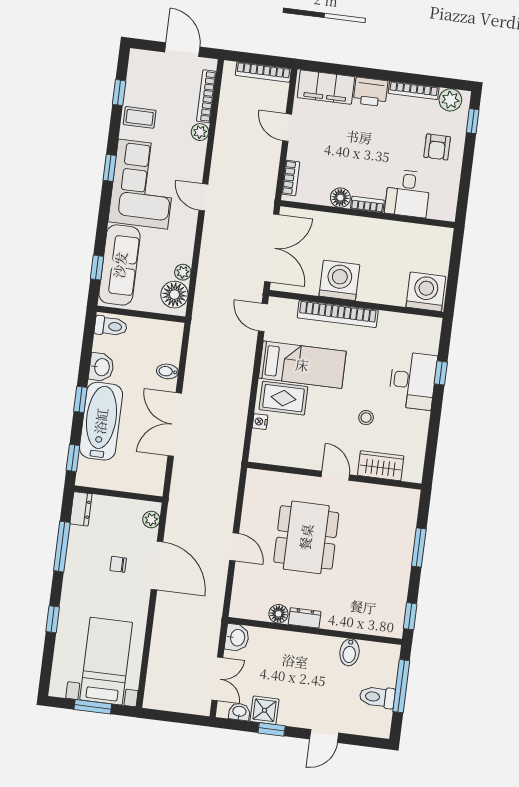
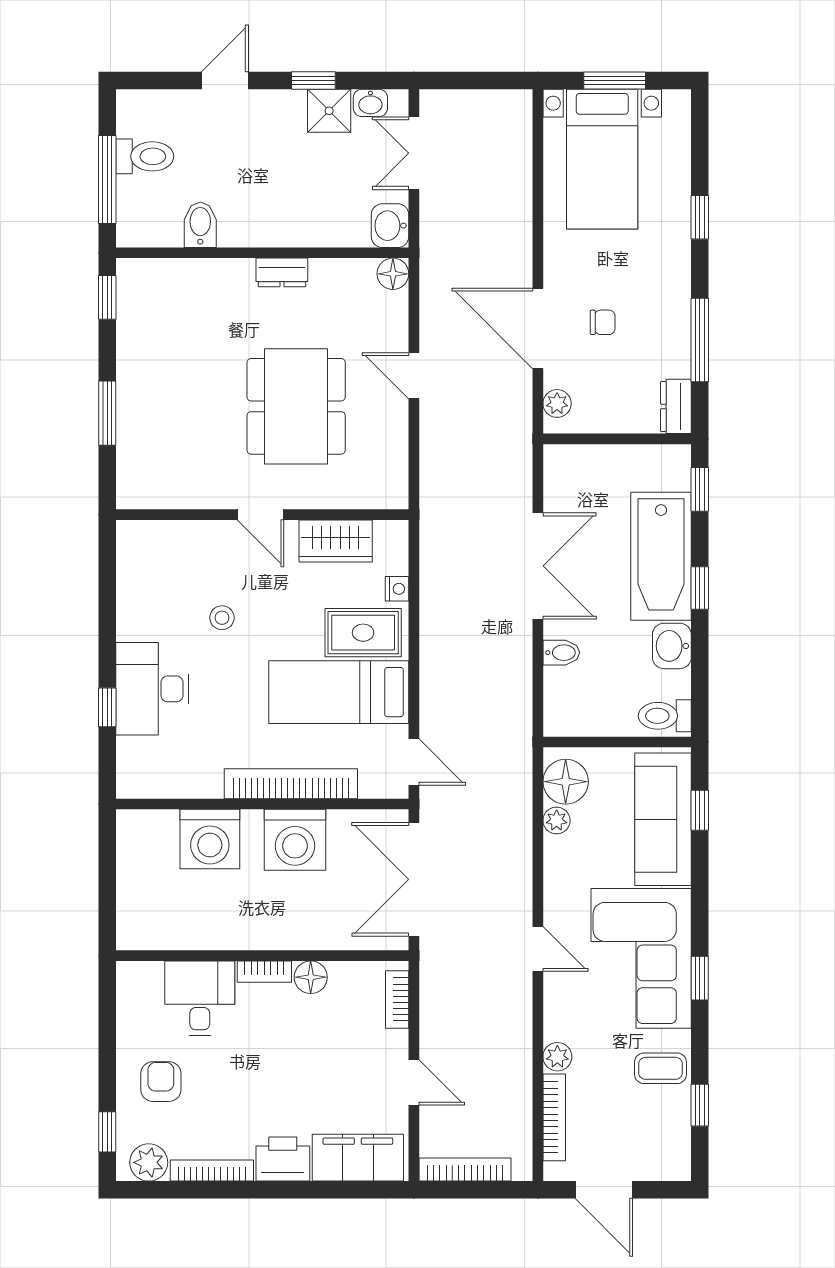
washing machine: (426, 292) -> (210, 839), moved
wardrobe: (381, 466) -> (336, 541), moved
floor lamp: (278, 614) -> (393, 274), moved

